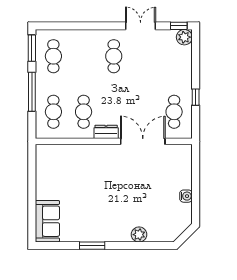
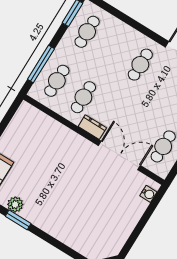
window: (32, 92) -> (41, 64), moved
water cooler: (186, 196) -> (148, 194), moved
plant: (139, 235) -> (15, 204), moved

